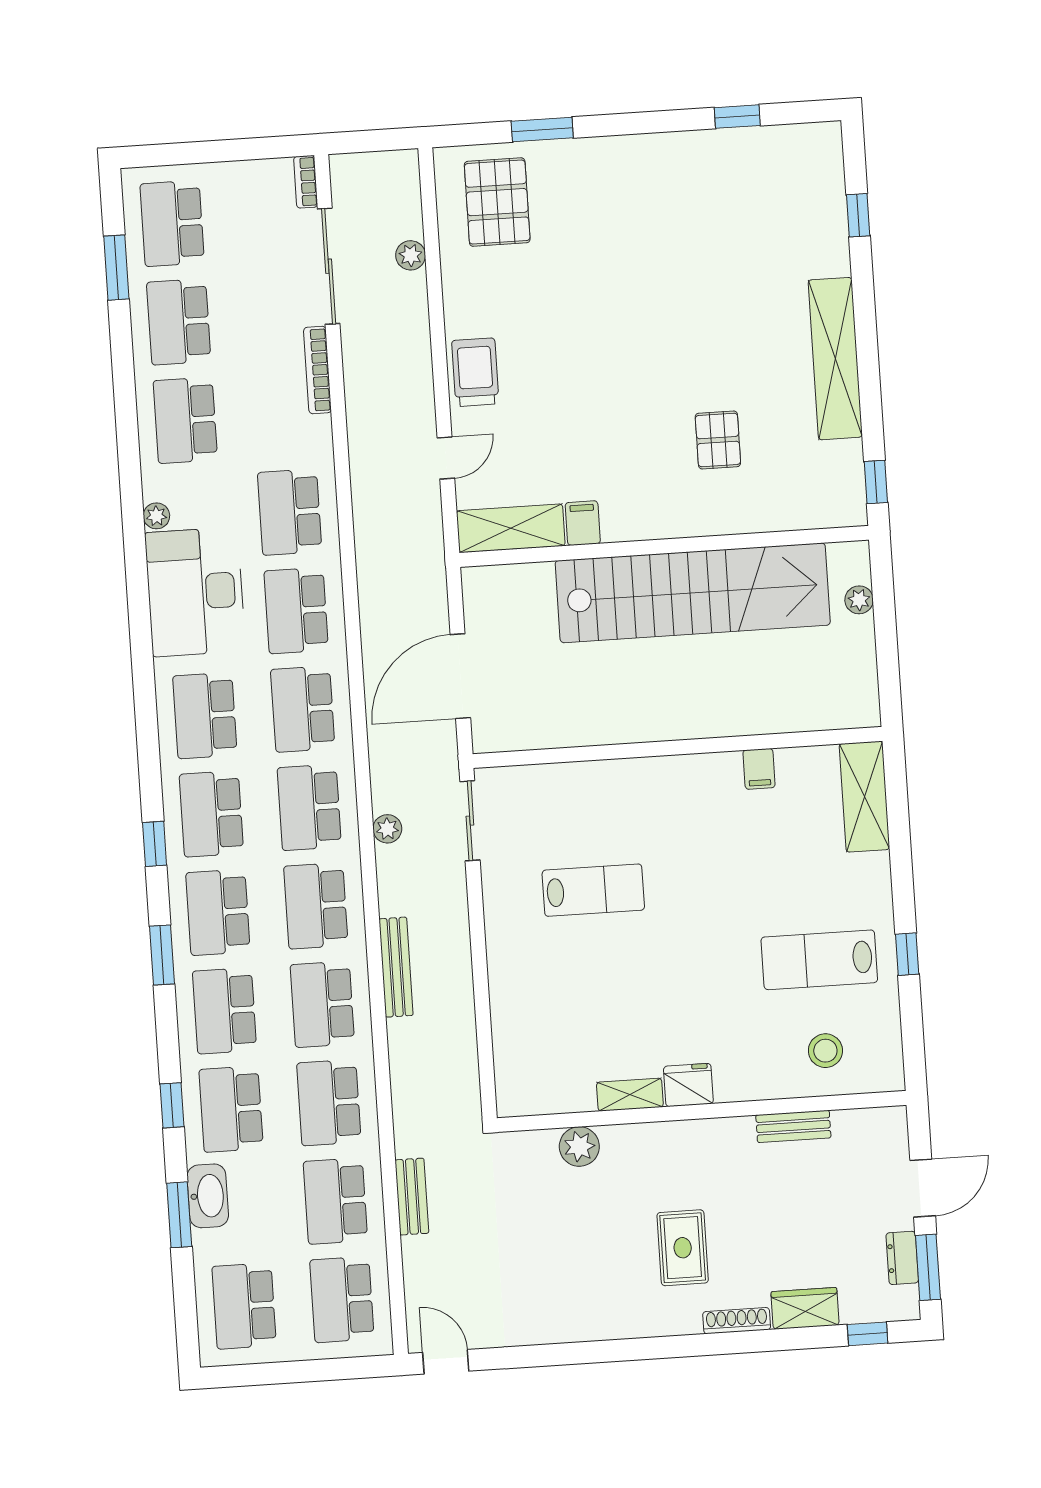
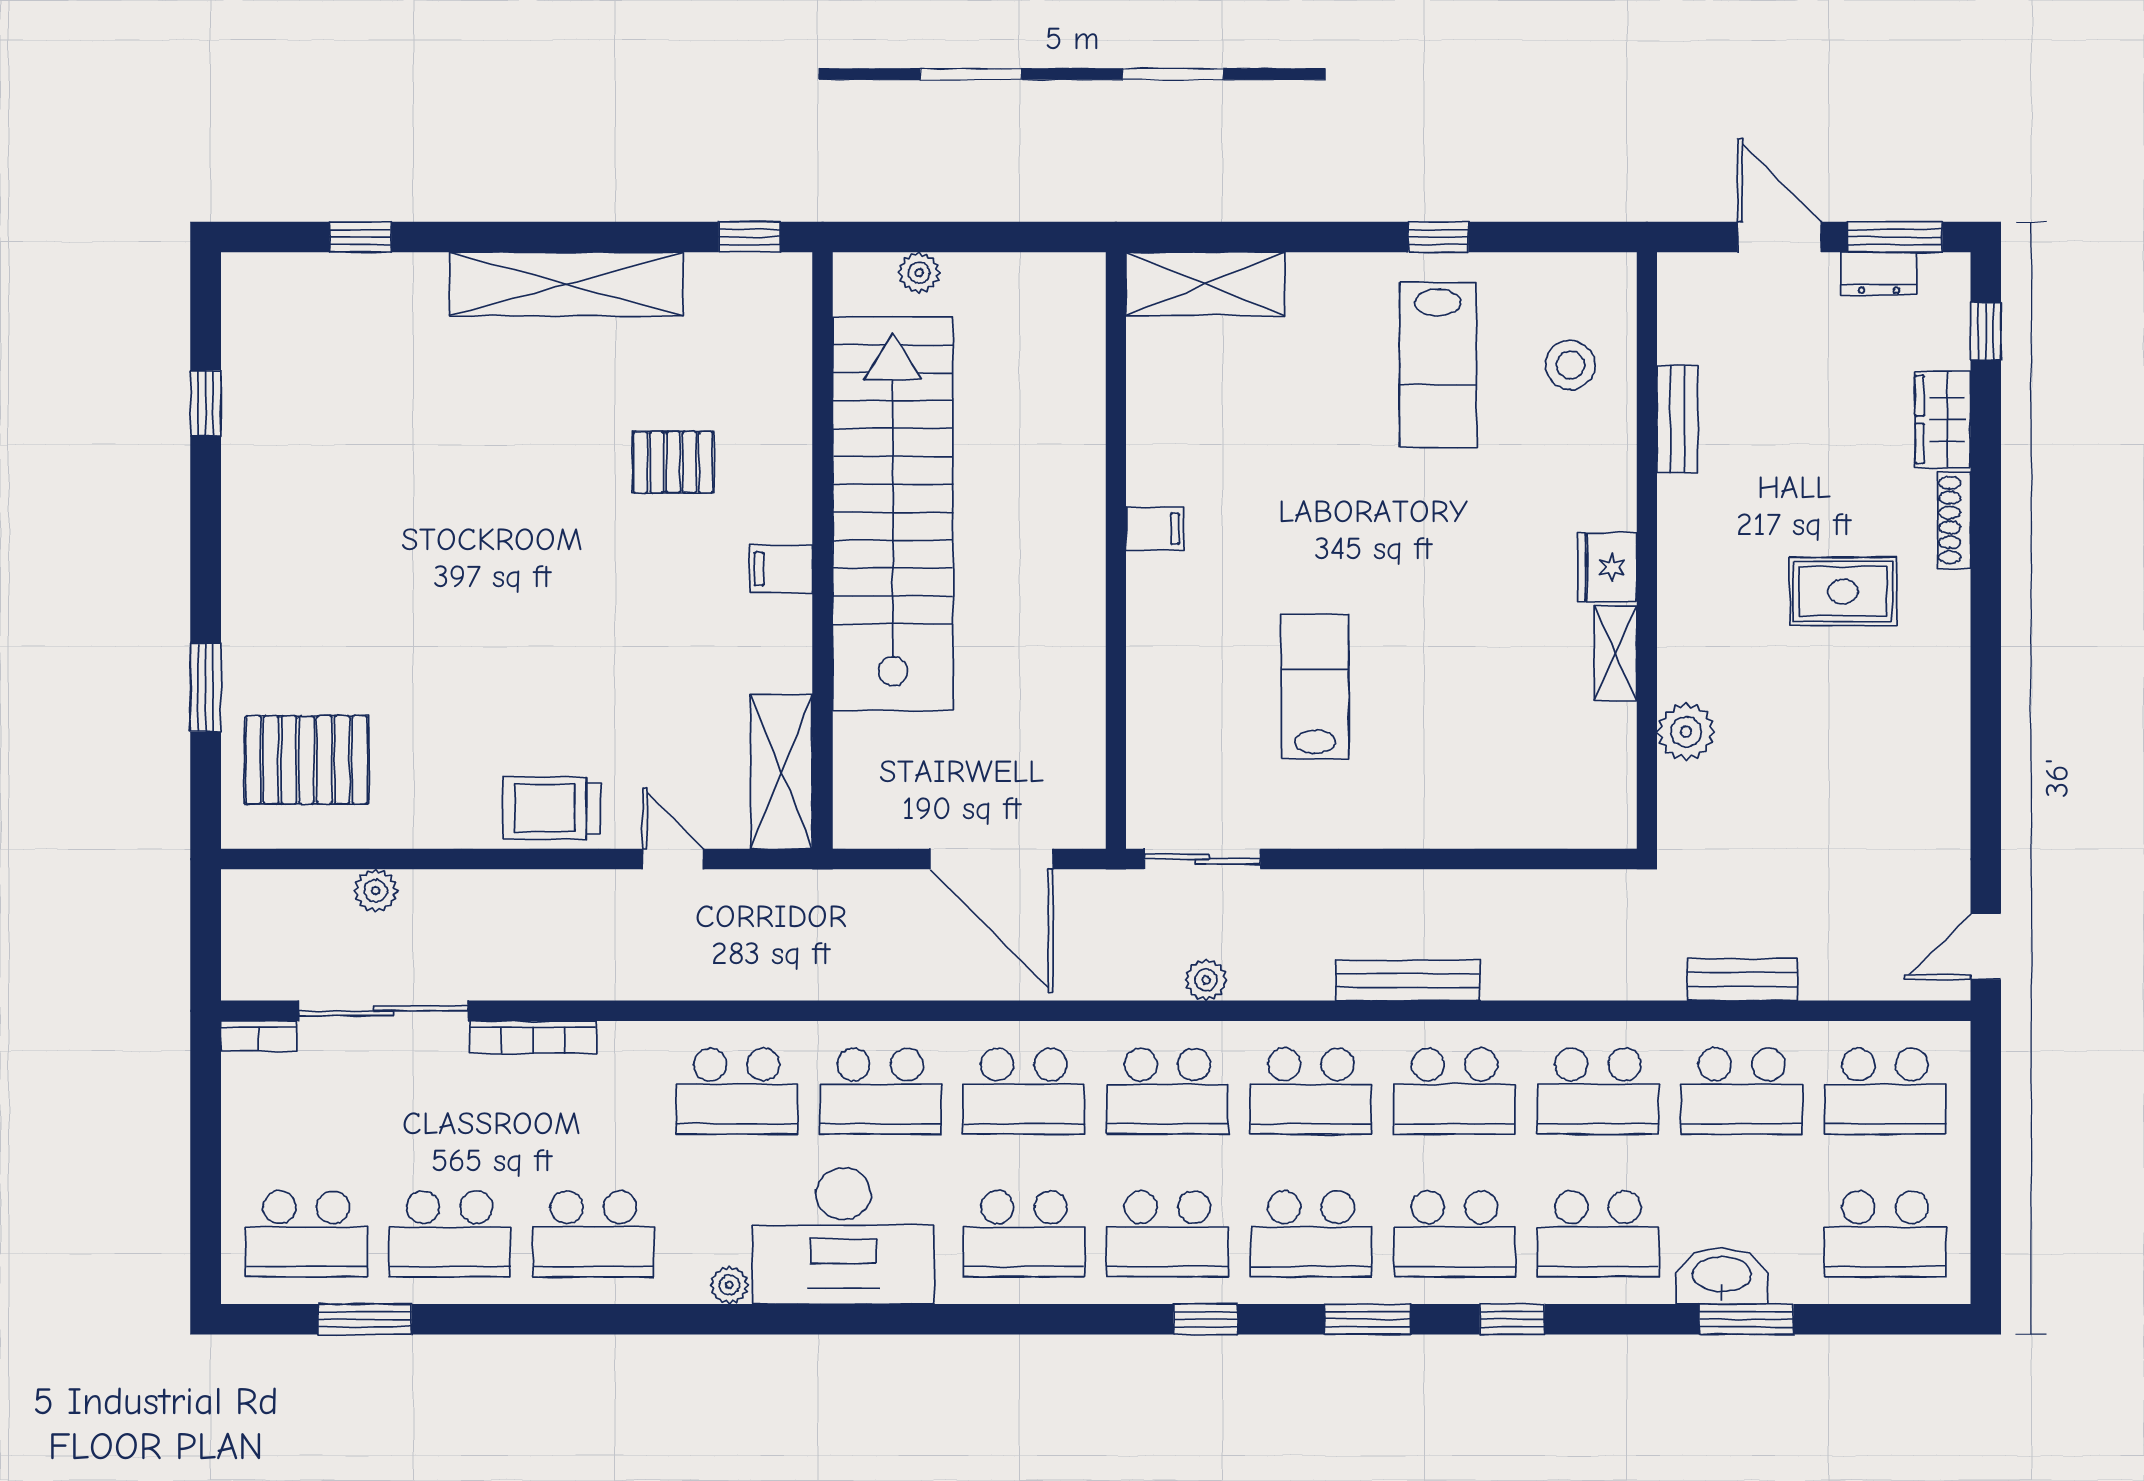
filing cabinet: (583, 523) -> (781, 569), moved
filing cabinet: (759, 769) -> (1155, 529), moved
window: (172, 1105) -> (1512, 1319), moved

